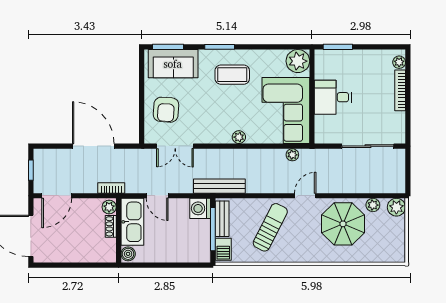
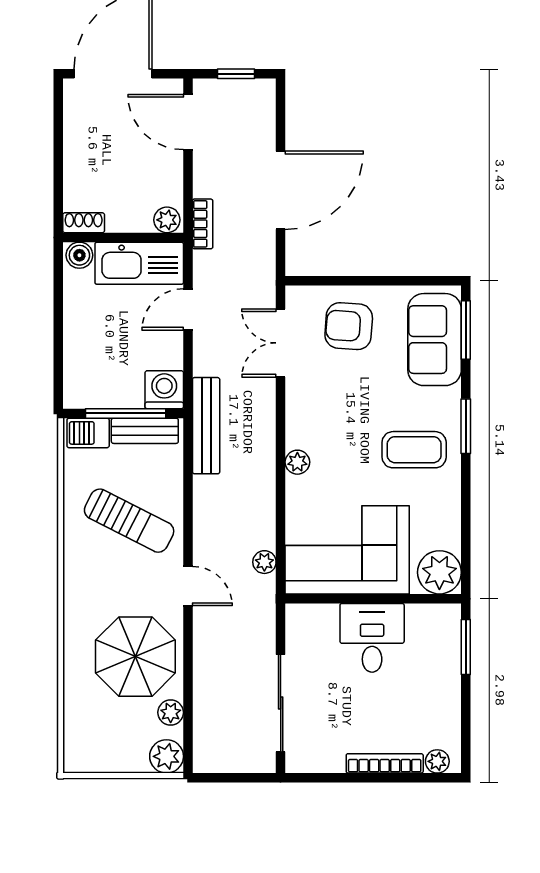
coffee table: (232, 75) -> (414, 450), turned 90
shoe rack: (111, 226) -> (84, 223), moved

